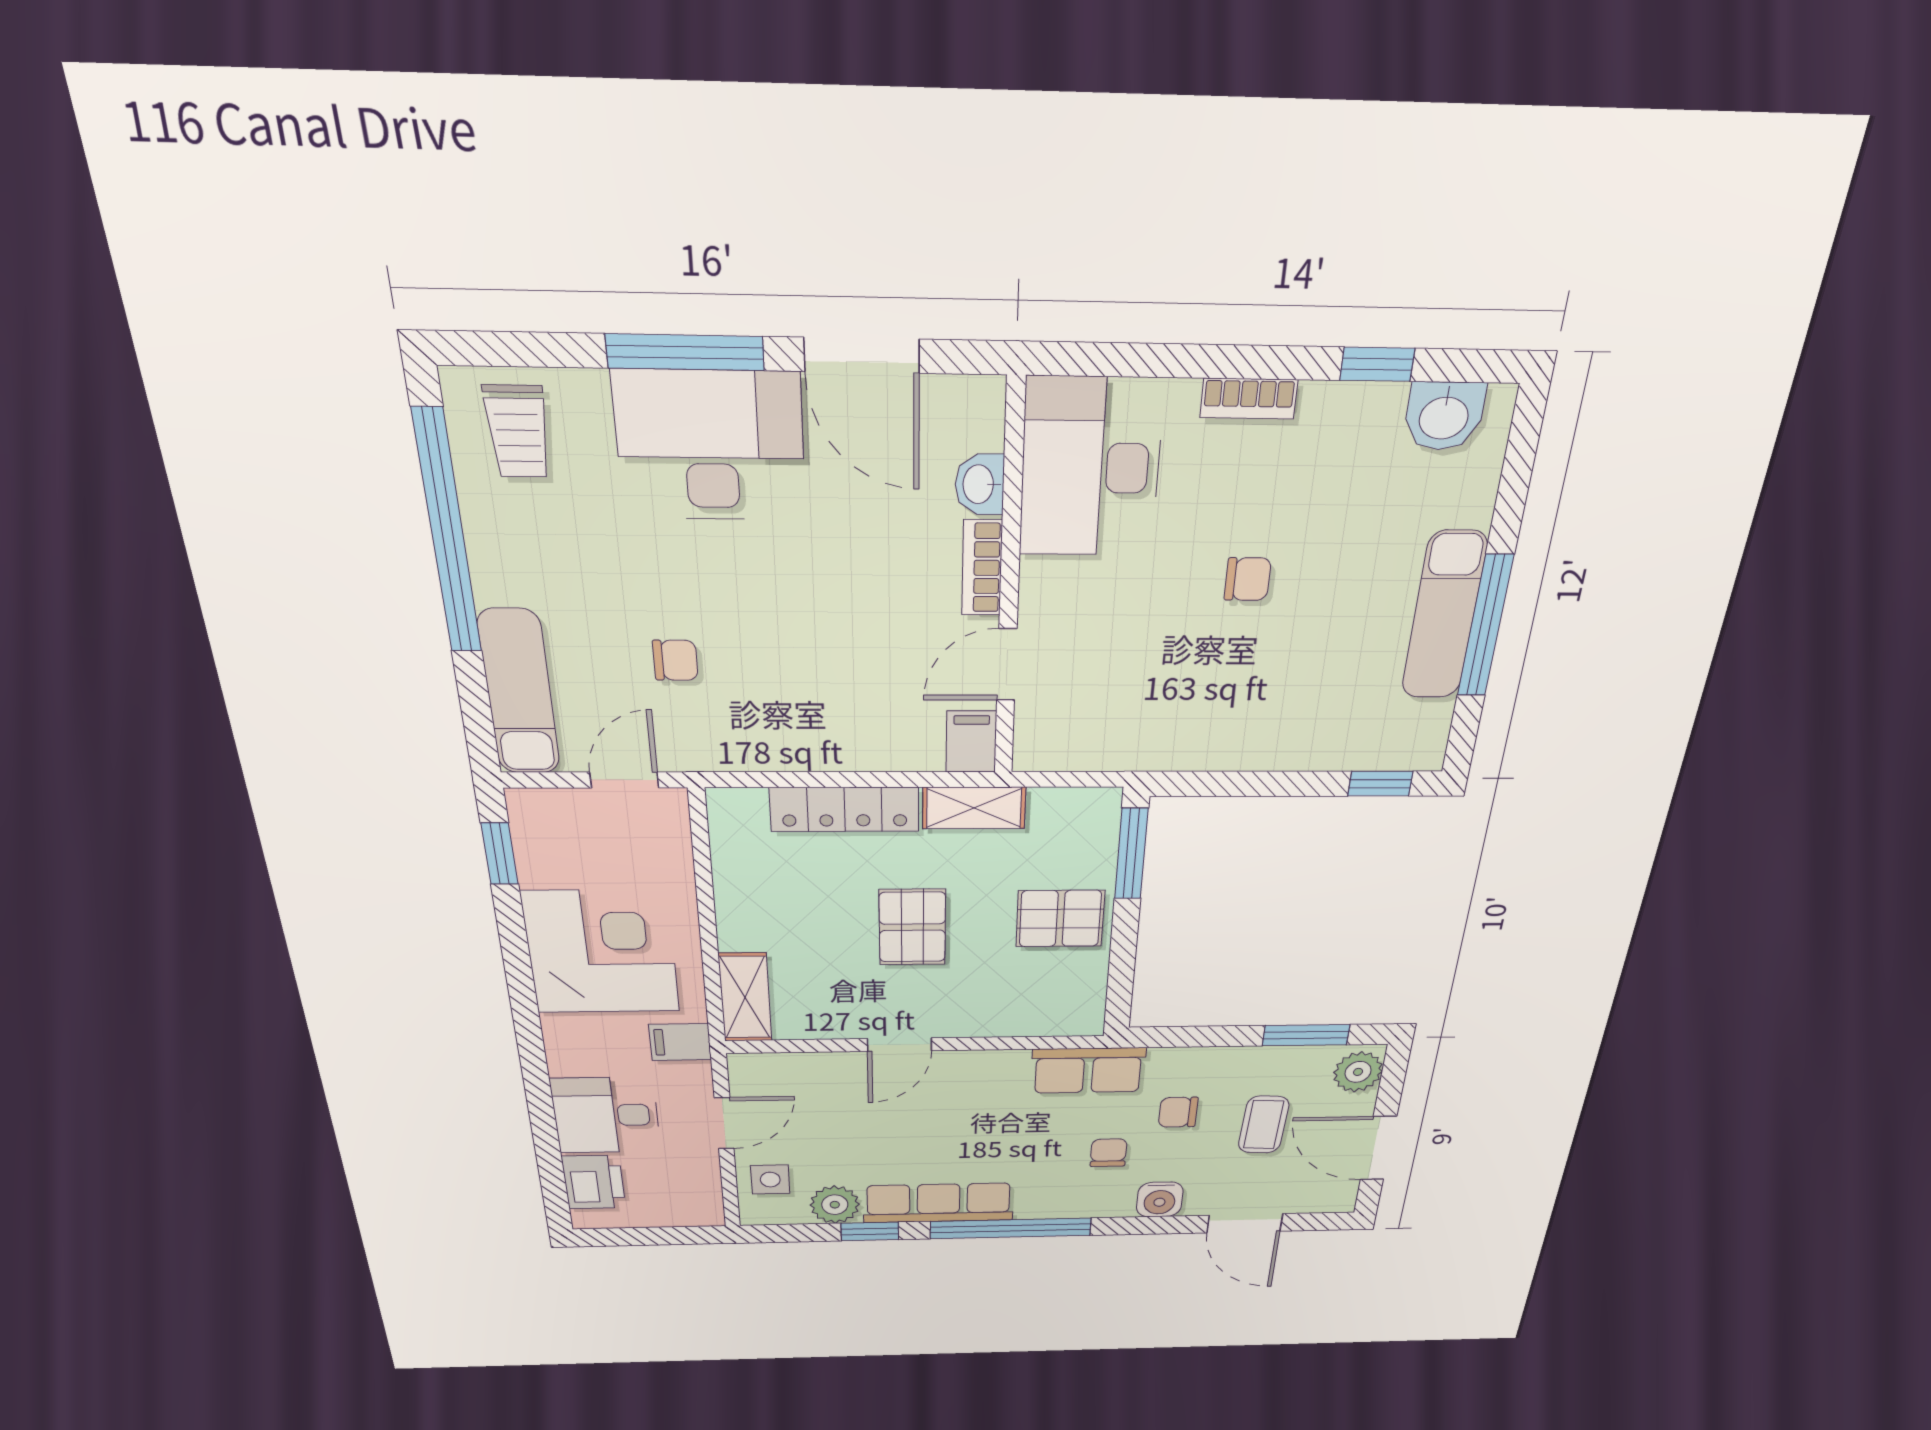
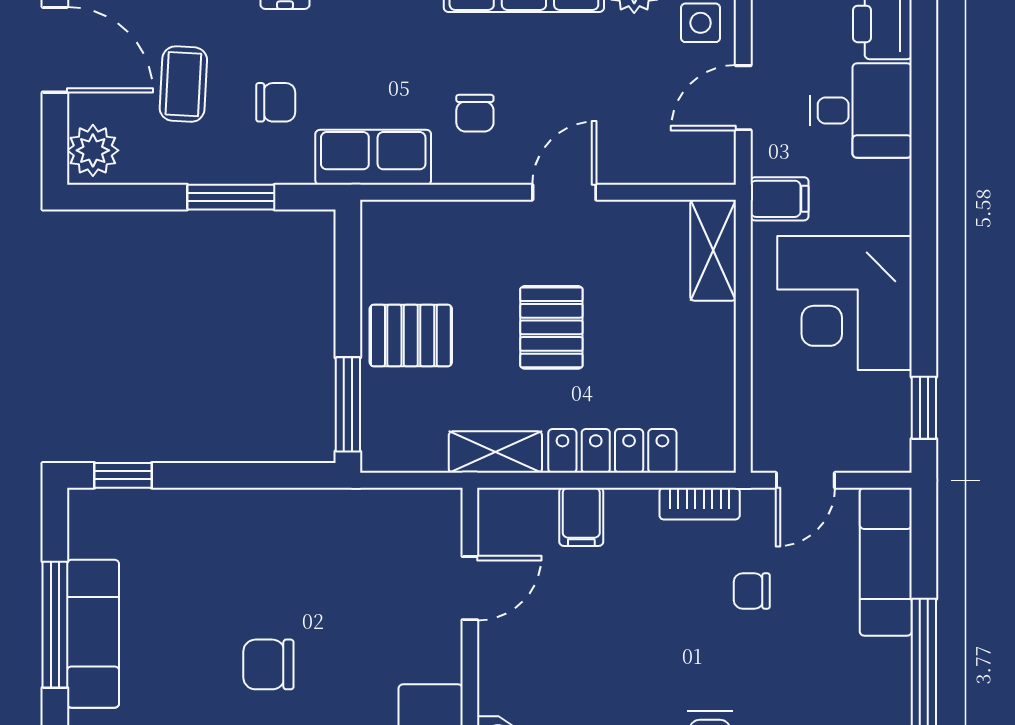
bookcase: (982, 568) -> (700, 504), moved, turned 90
chair: (1248, 579) -> (268, 664), width x1.37, depth x1.37
filing cabinet: (971, 742) -> (581, 517), moved
window: (1306, 1035) -> (231, 197), moved
chair: (1109, 1153) -> (475, 113), moved

